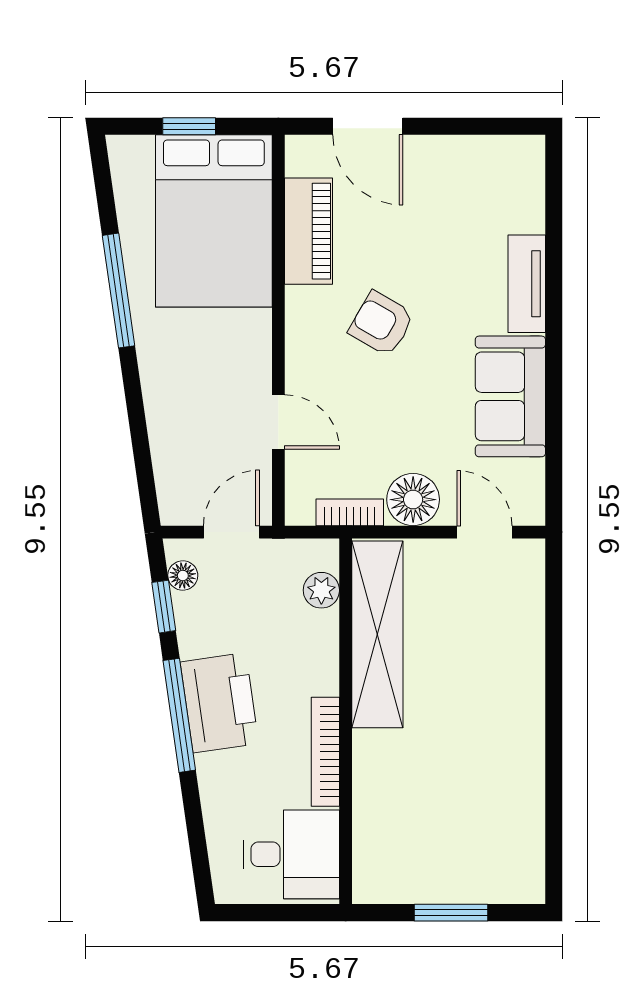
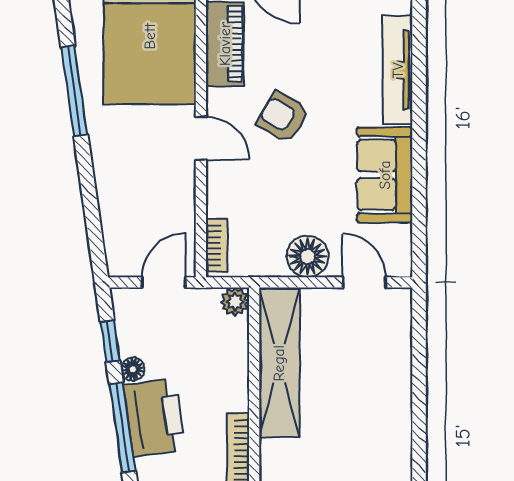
tv unit: (527, 284) -> (398, 70), width x1.41
door: (278, 422) -> (201, 138), moved
bookcase: (350, 512) -> (217, 245), moved, turned 90
floor lamp: (183, 576) -> (133, 369), moved
plant: (321, 590) -> (235, 302), moved

